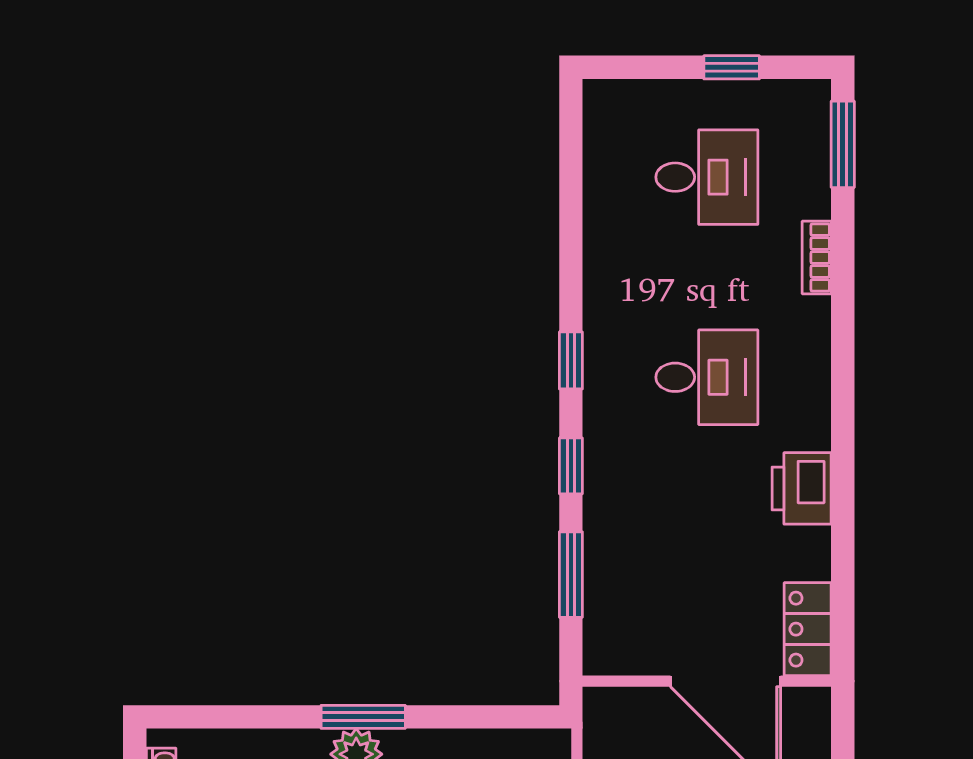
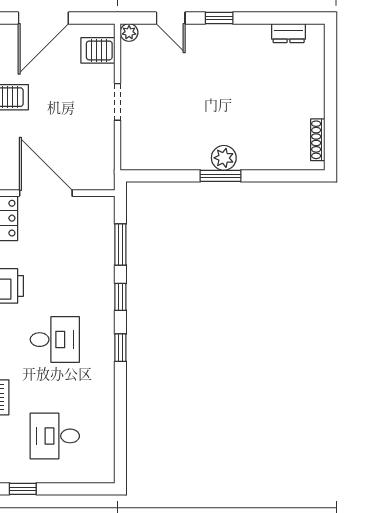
window: (732, 67) -> (23, 489), moved
desk: (707, 377) -> (55, 340), turned 180

